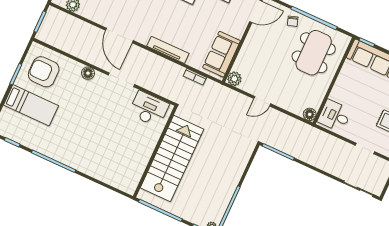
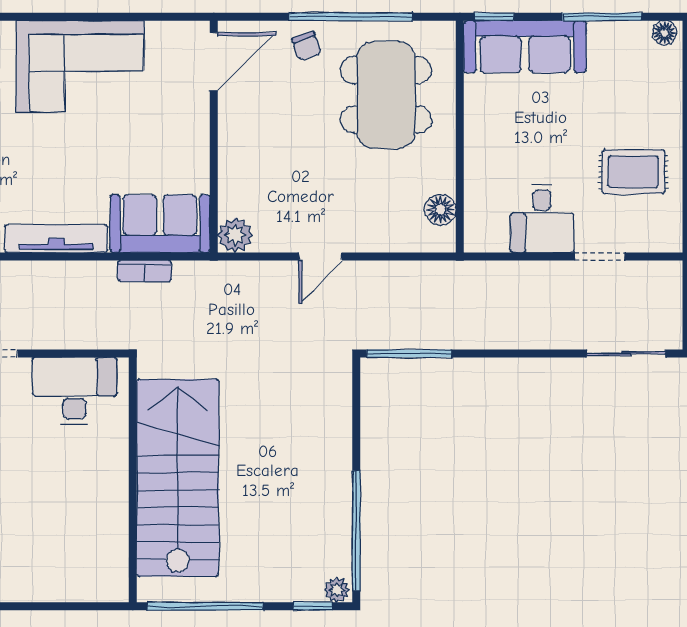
sofa: (221, 54) -> (160, 224), moved, turned 90
floor lamp: (310, 114) -> (441, 210), moved
desk: (335, 116) -> (542, 218), moved, turned -90

